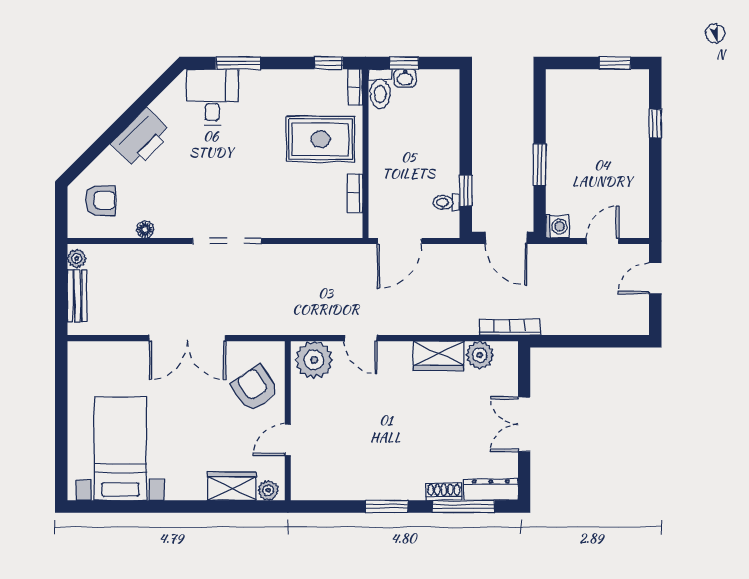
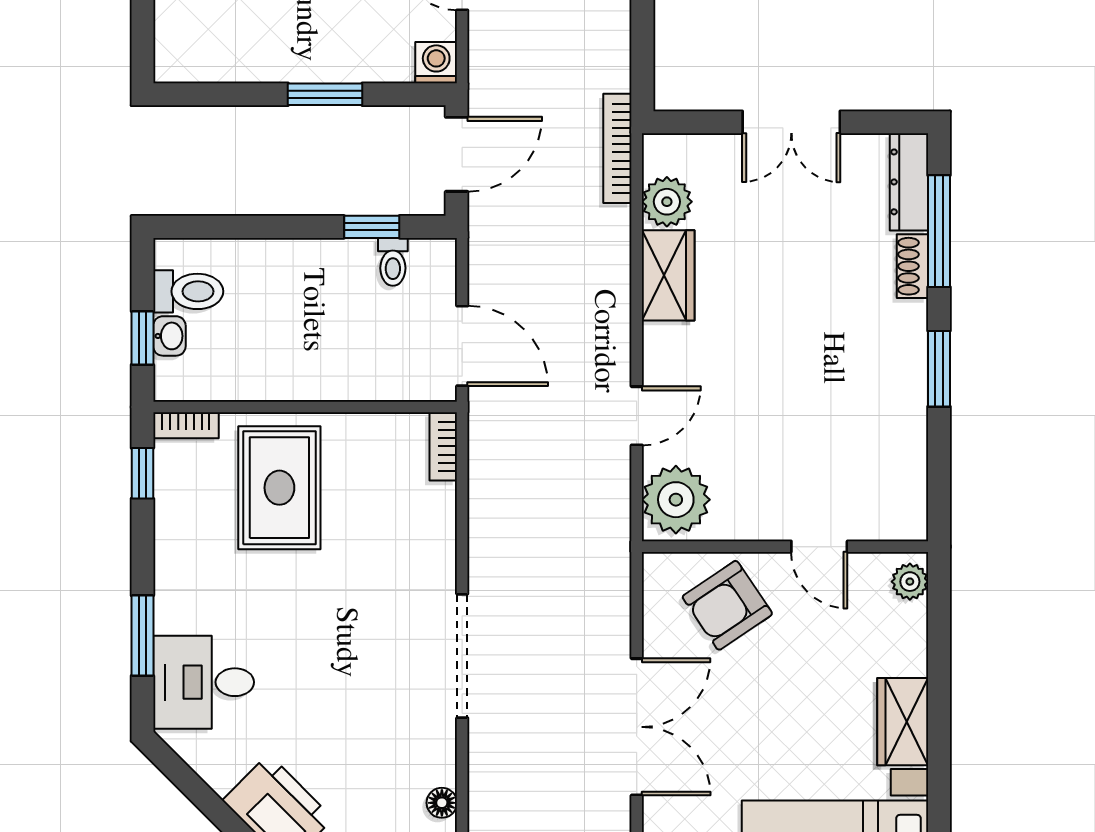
toilet: (380, 89) -> (188, 291), moved
bookcase: (355, 193) -> (443, 446), moved, turned 90
wardrobe: (232, 486) -> (903, 722), moved

